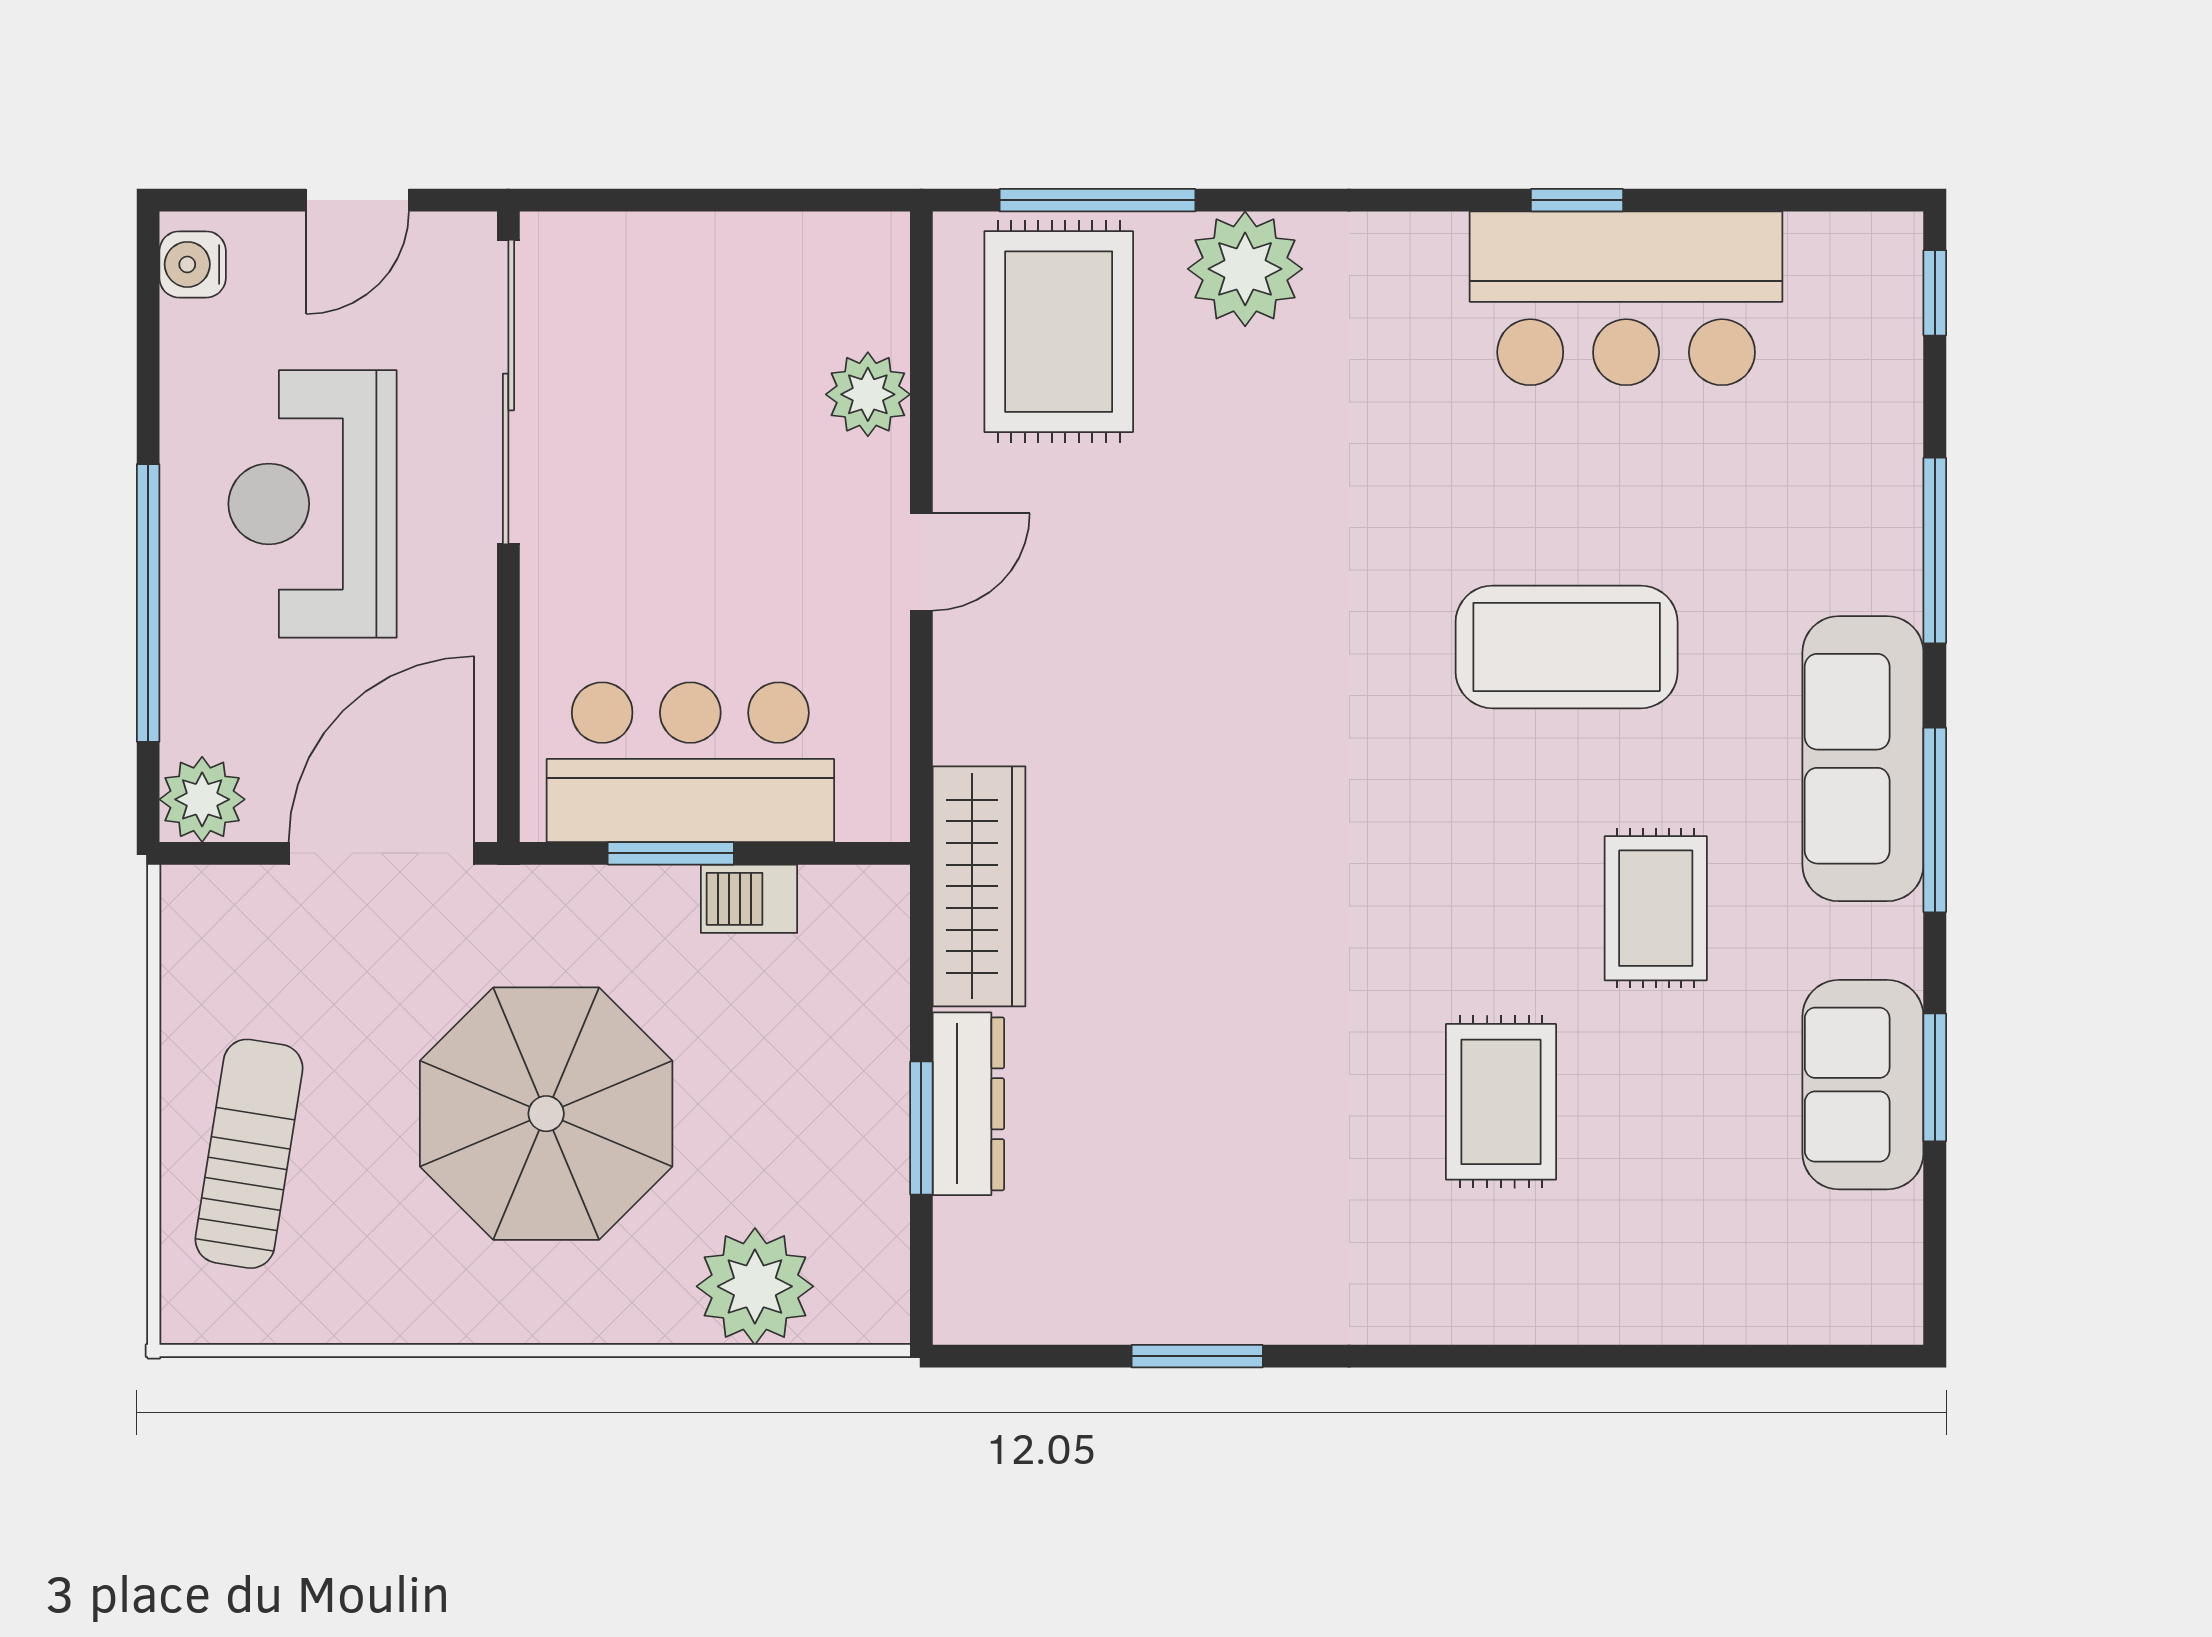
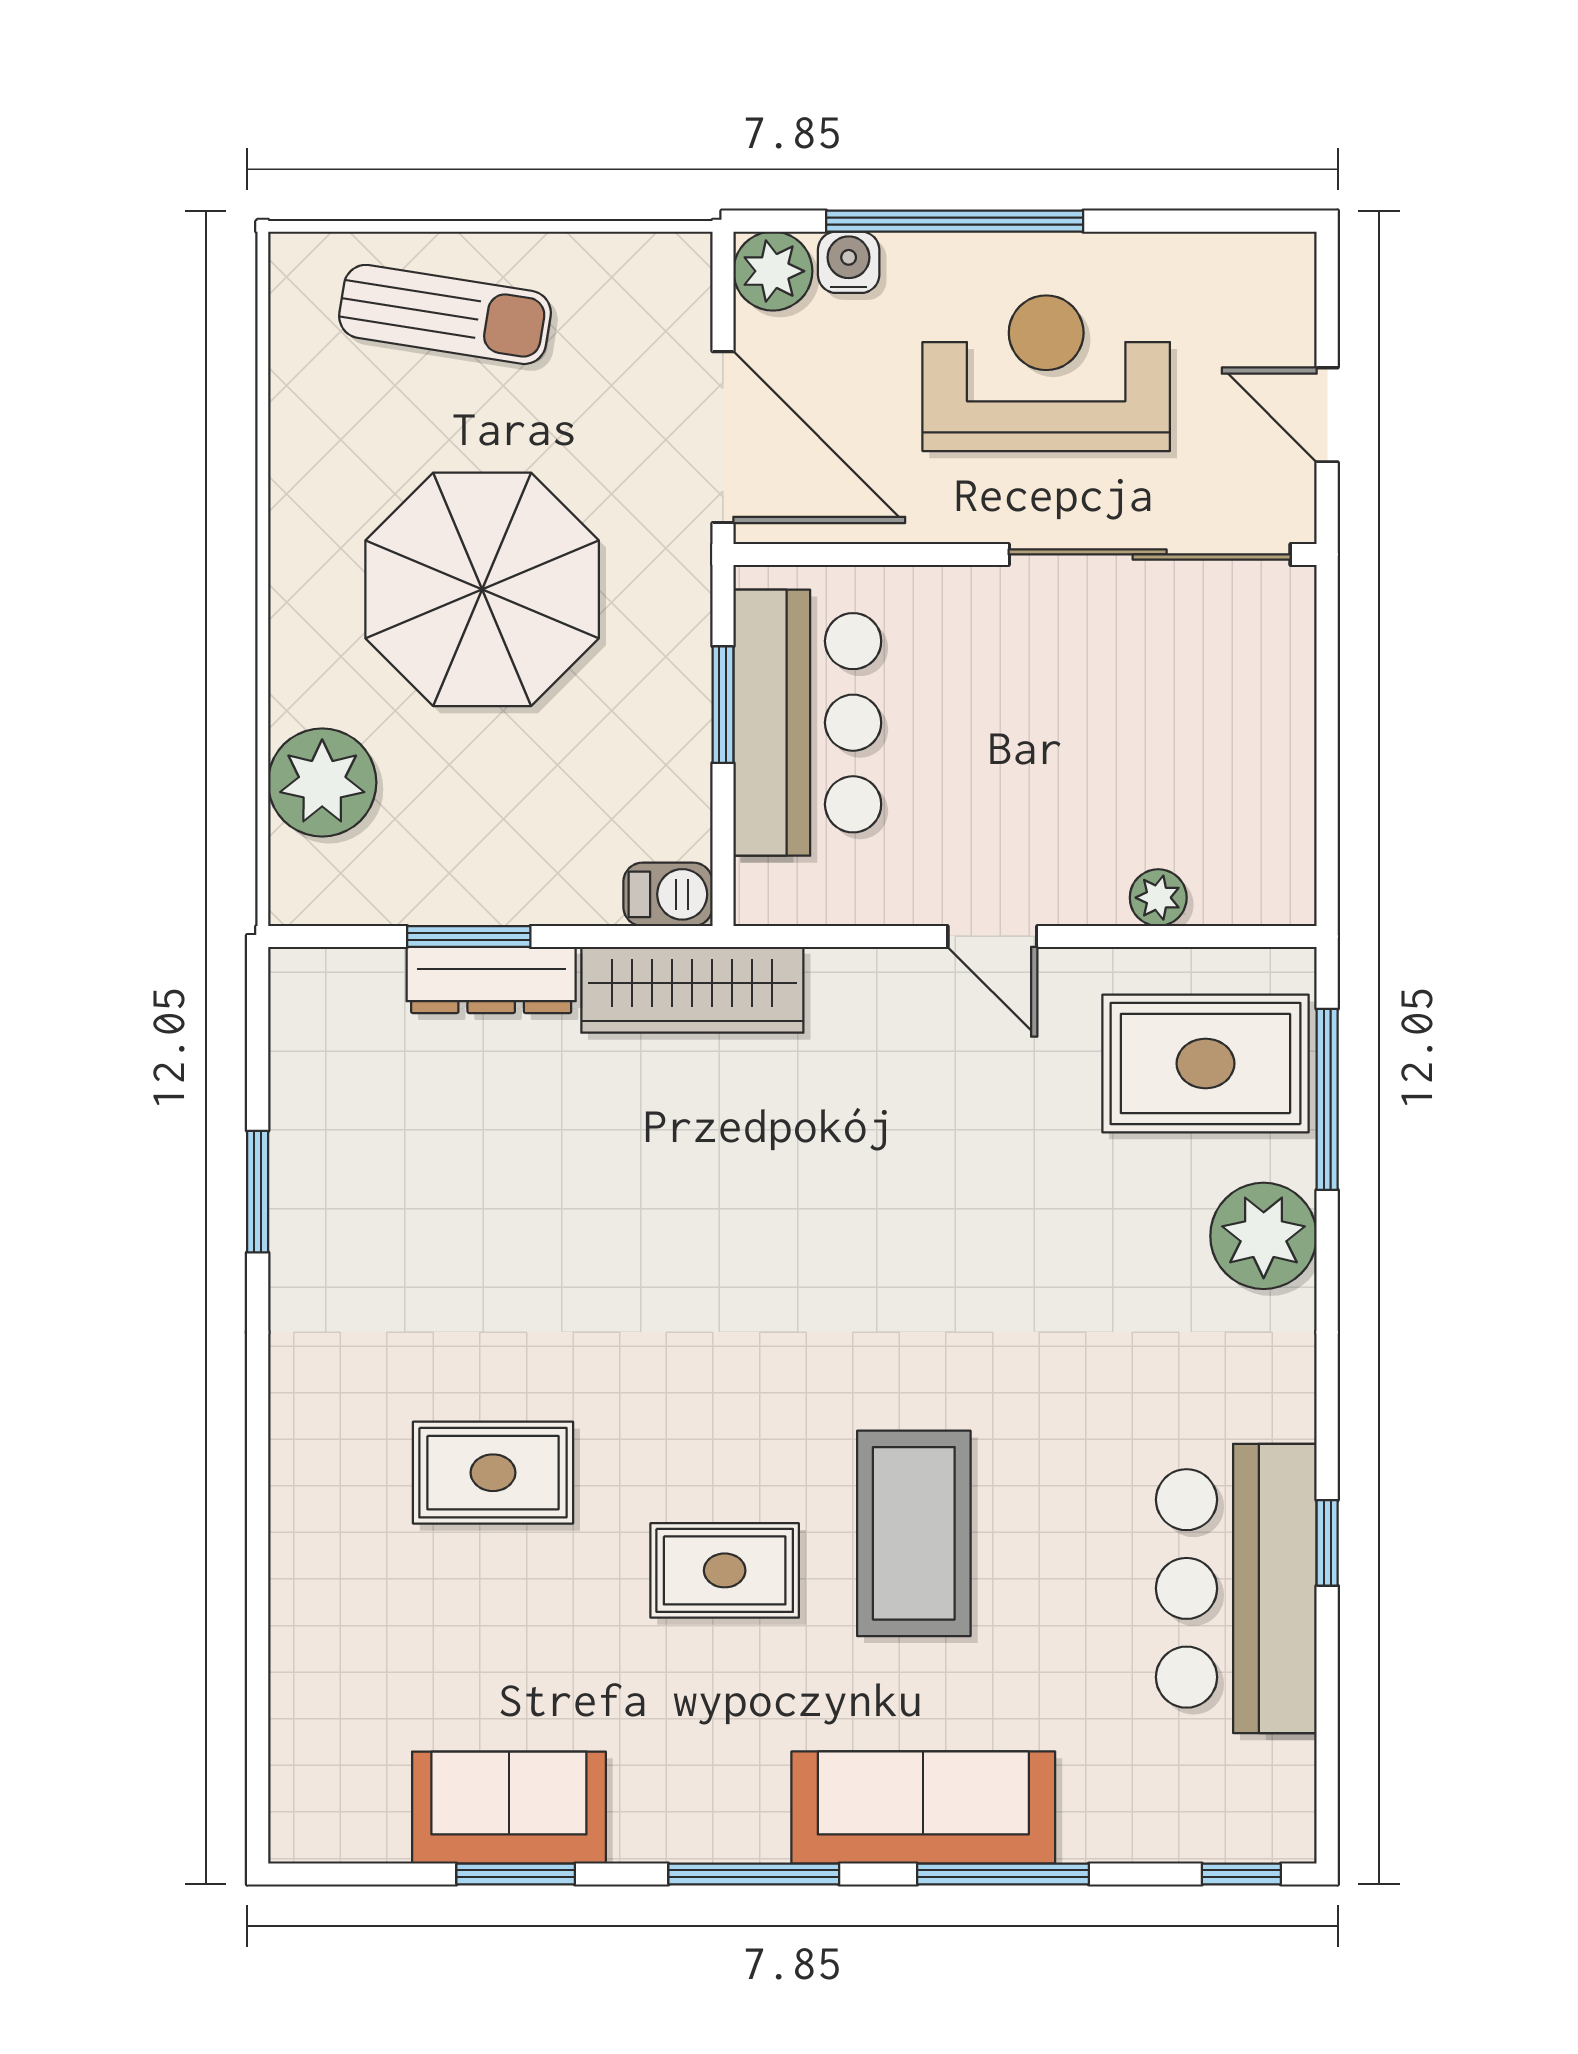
water cooler: (193, 264) -> (849, 262), moved
plant: (868, 394) -> (1158, 898), width x0.73, depth x0.73
sofa: (1863, 759) -> (923, 1807), moved
barbecue: (749, 899) -> (668, 894), moved, turned 90
rug: (1656, 908) -> (725, 1570), moved

